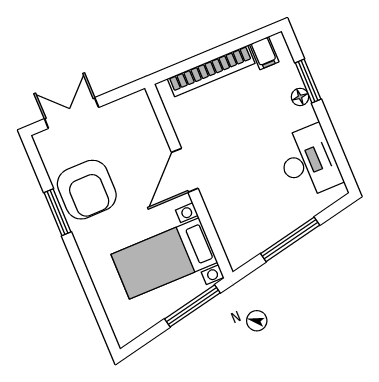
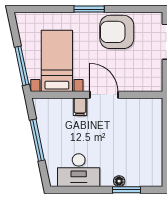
filing cabinet: (264, 53) -> (80, 107), moved, turned -90
bookcase: (211, 71) -> (156, 135), removed
window: (58, 212) -> (89, 9), moved

